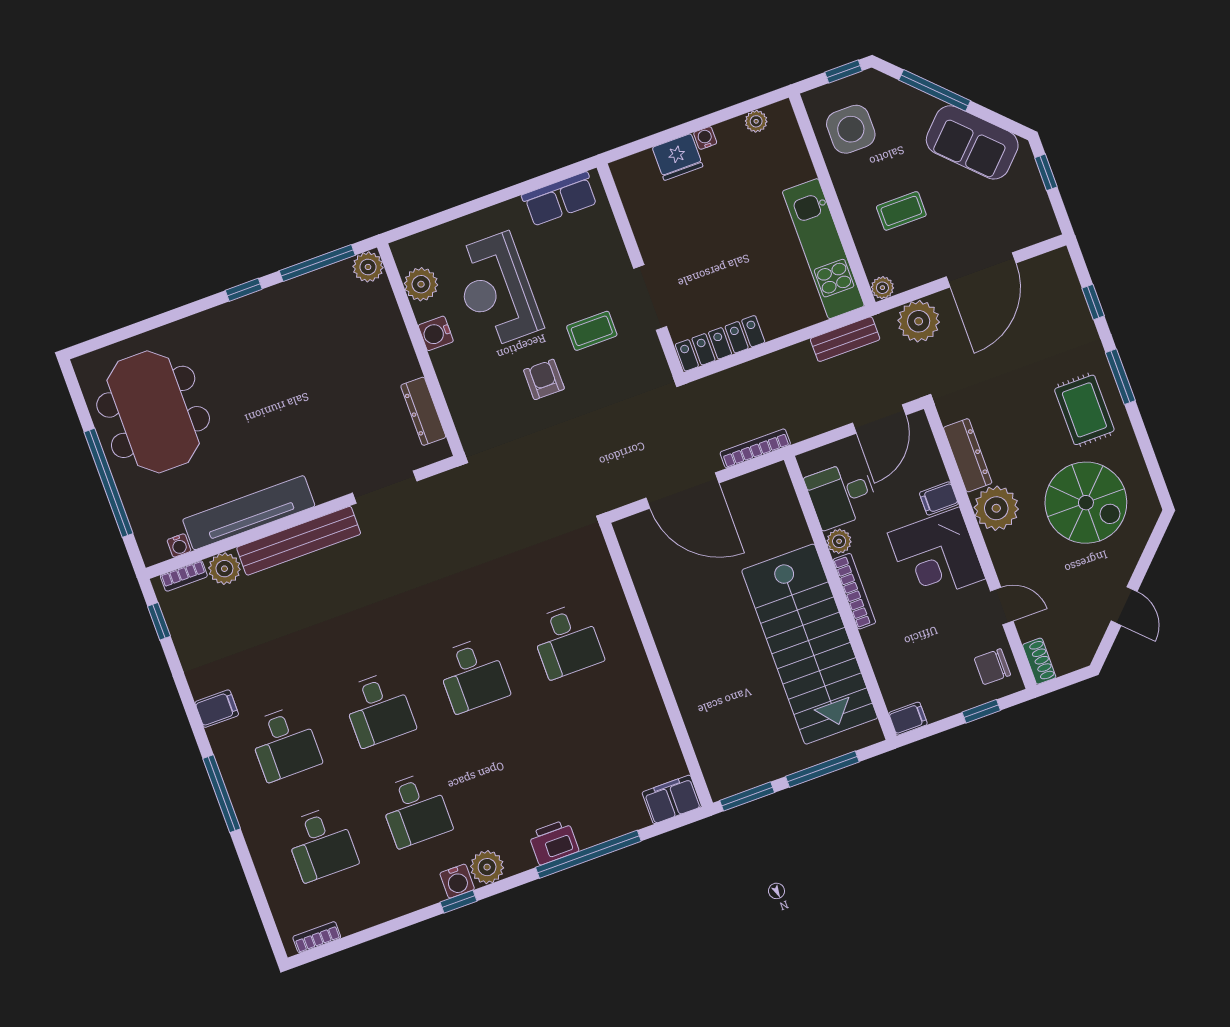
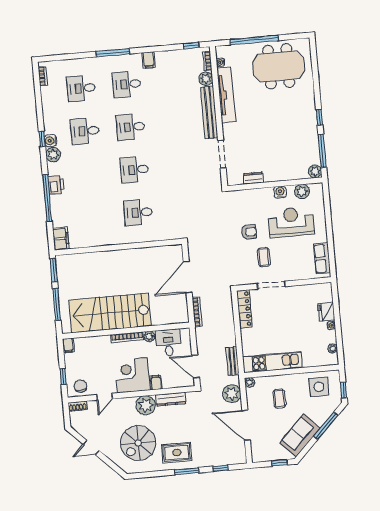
dresser: (423, 411) -> (253, 178), width x0.70

